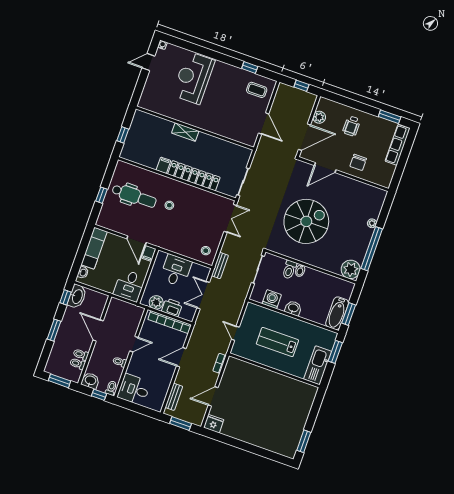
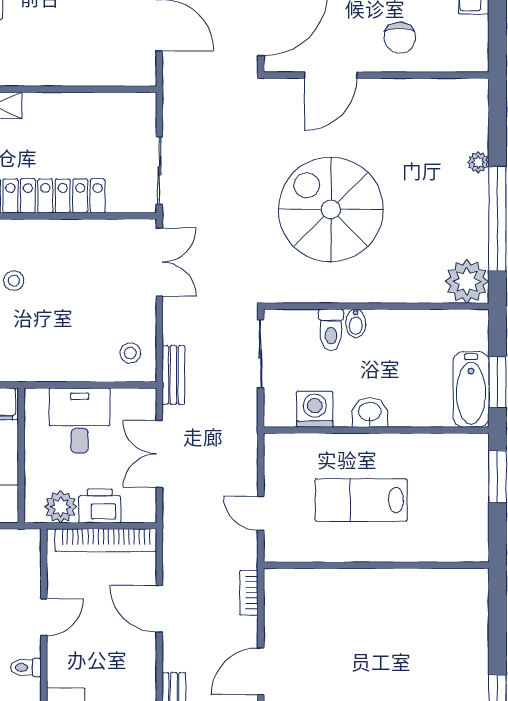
spiral stairs: (306, 221) -> (331, 209), turned -90
door: (181, 357) -> (159, 609), hinge flipped
kitchen sink: (318, 365) -> (469, 520), removed

